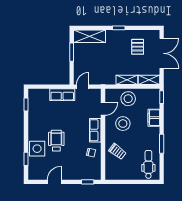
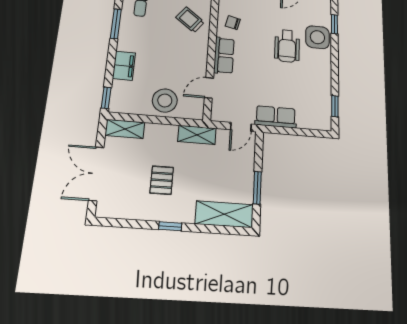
pallet: (138, 47) -> (162, 180), moved
shelving: (127, 80) -> (197, 135), moved
stool: (123, 124) -> (178, 61), removed

